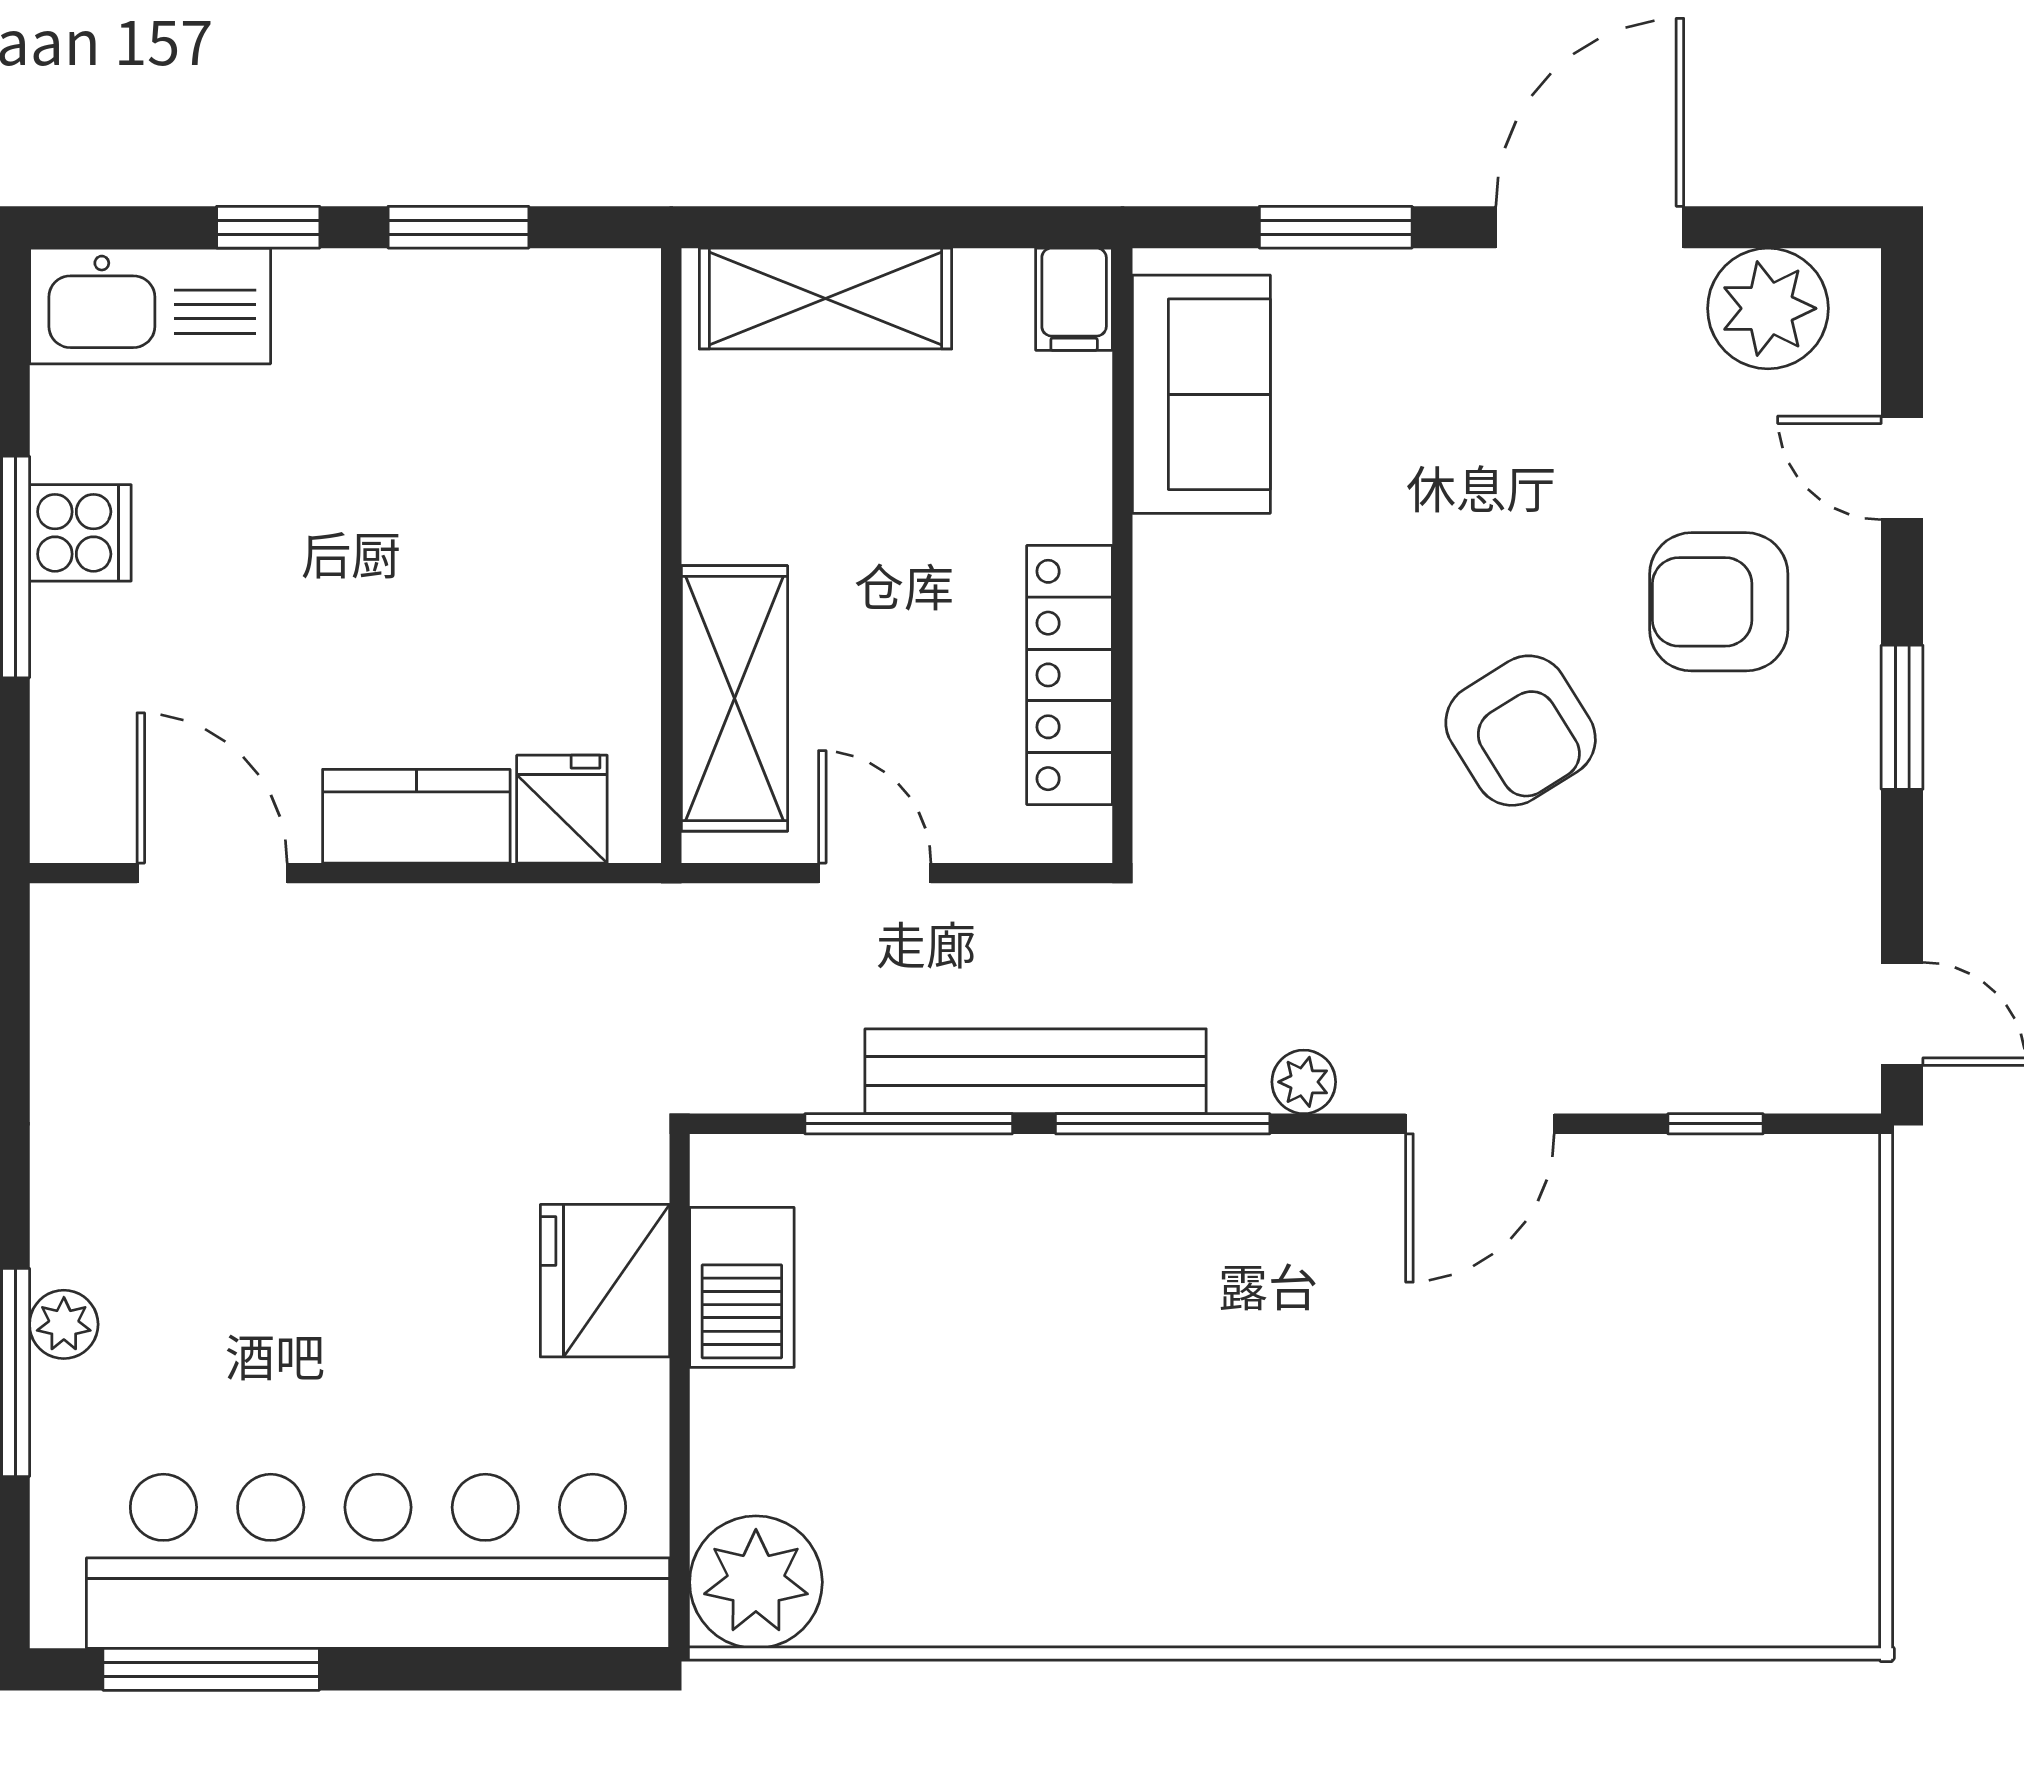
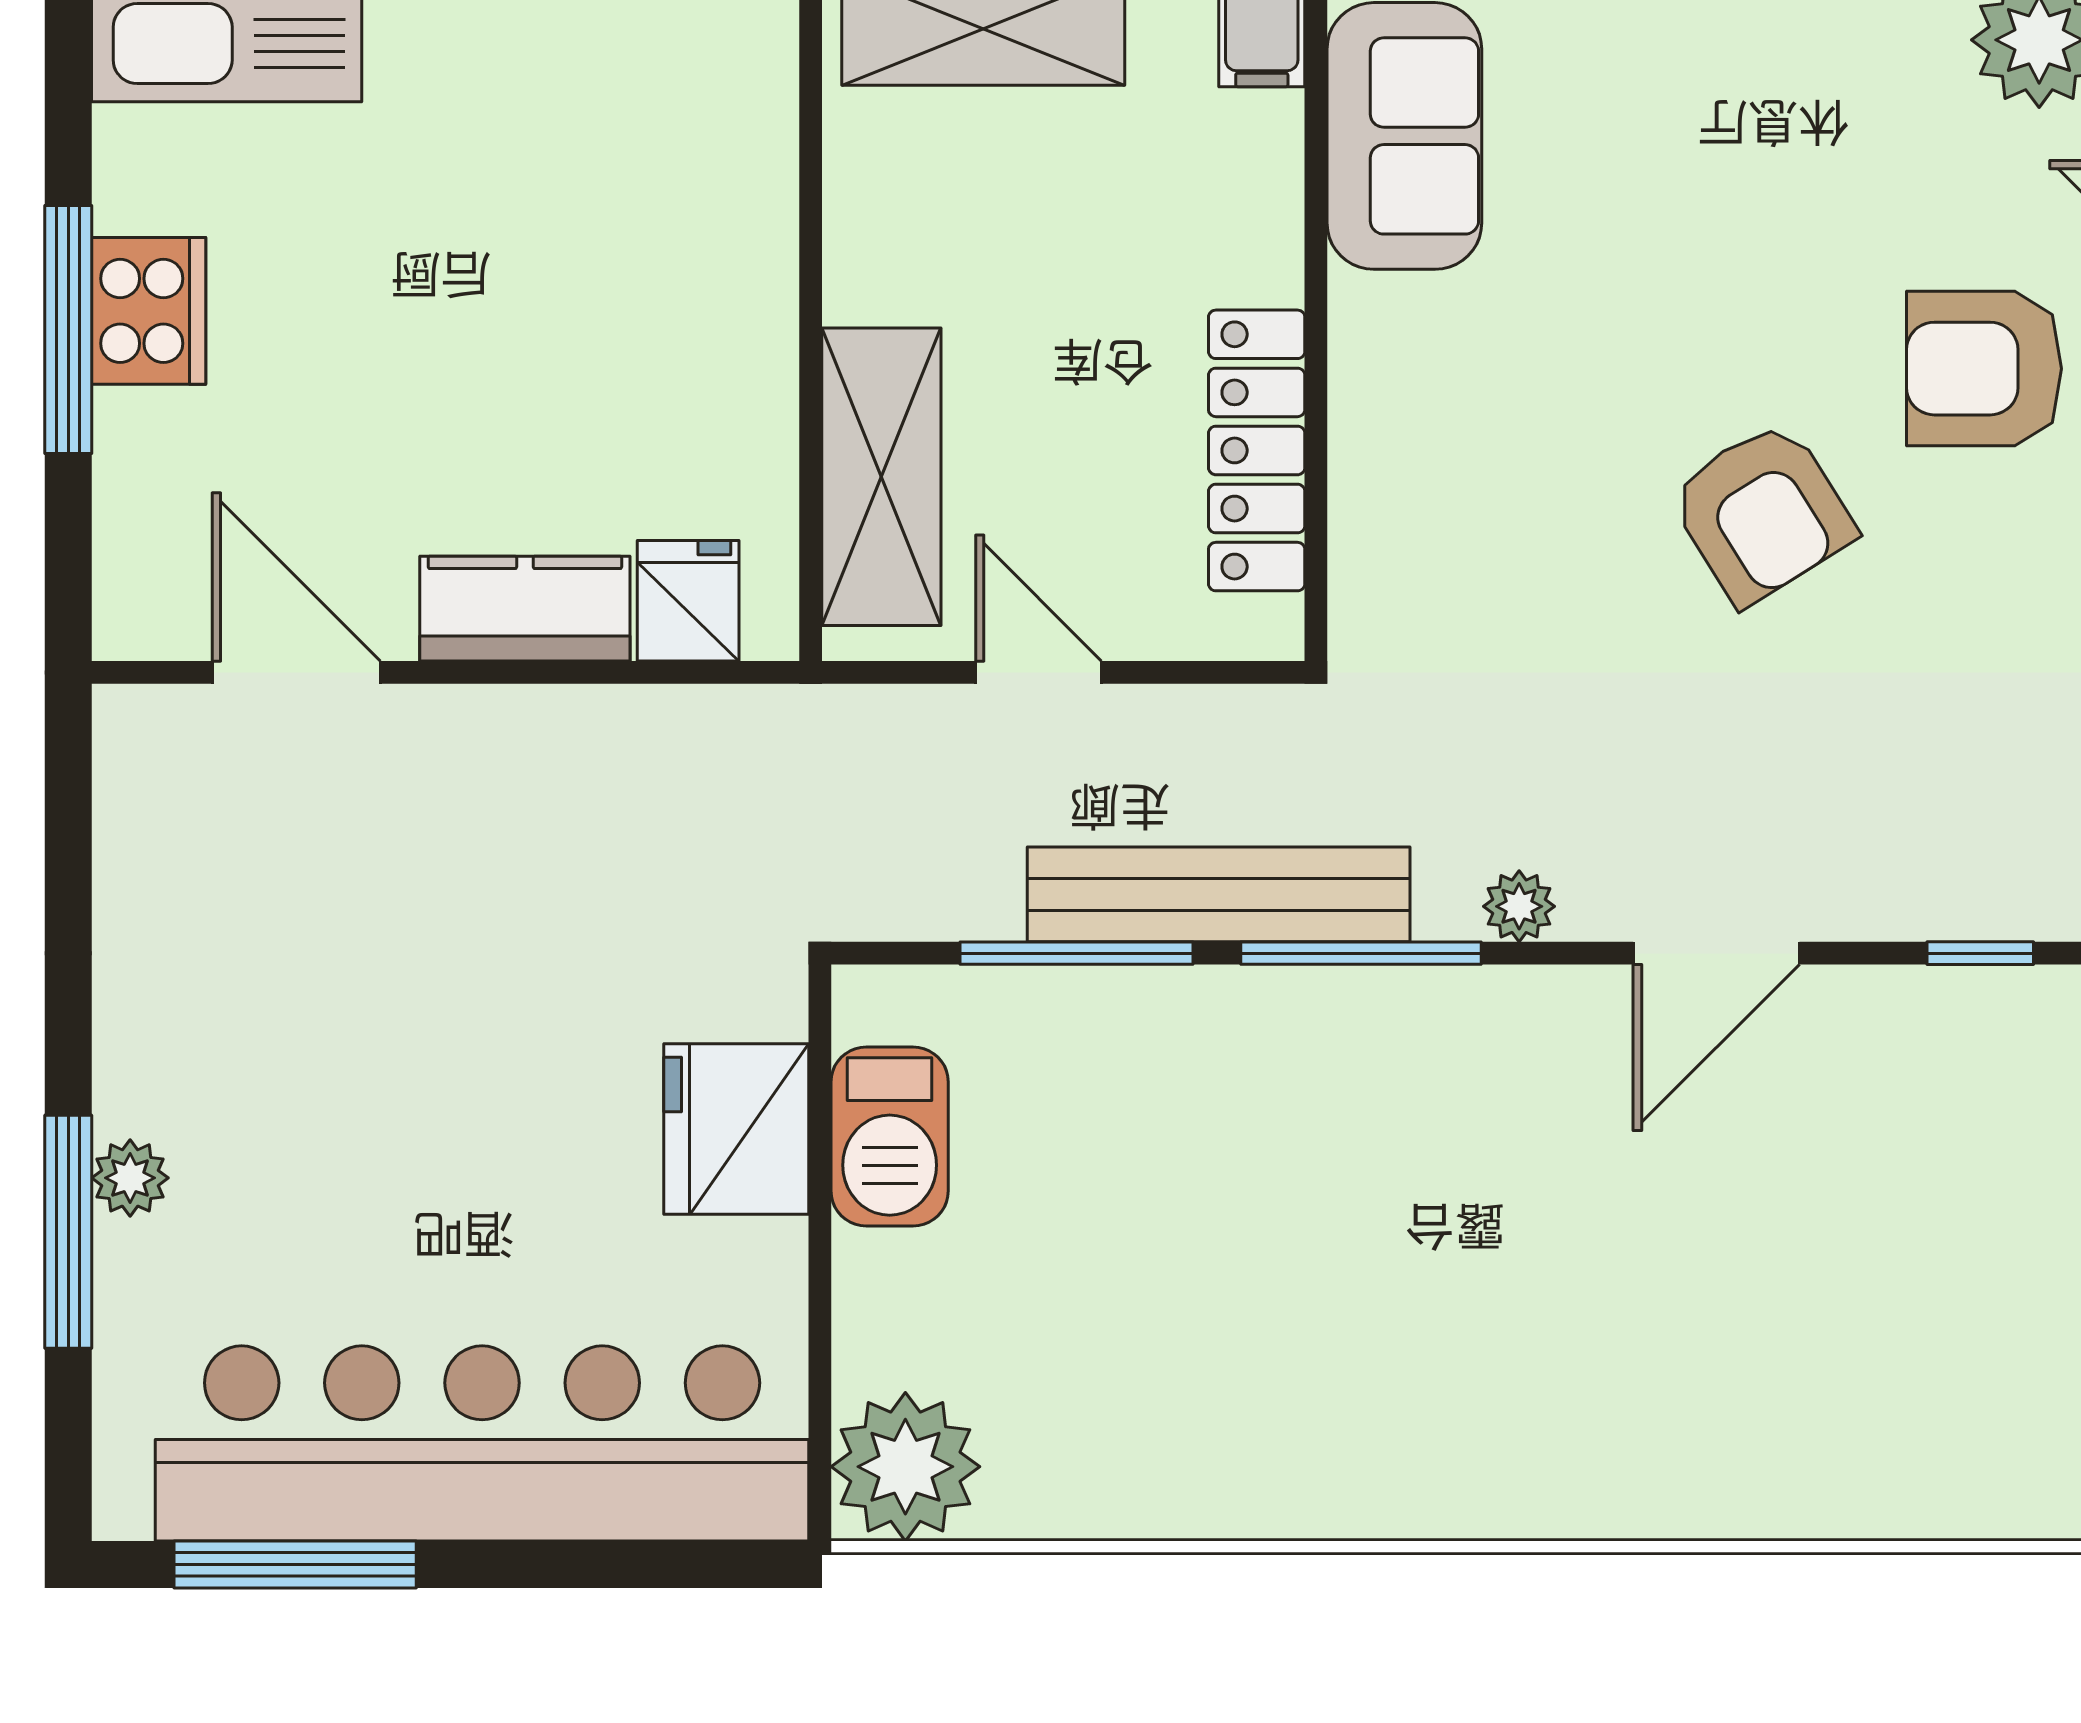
cooker: (80, 533) -> (149, 311), width x1.36

